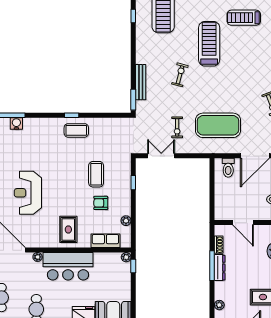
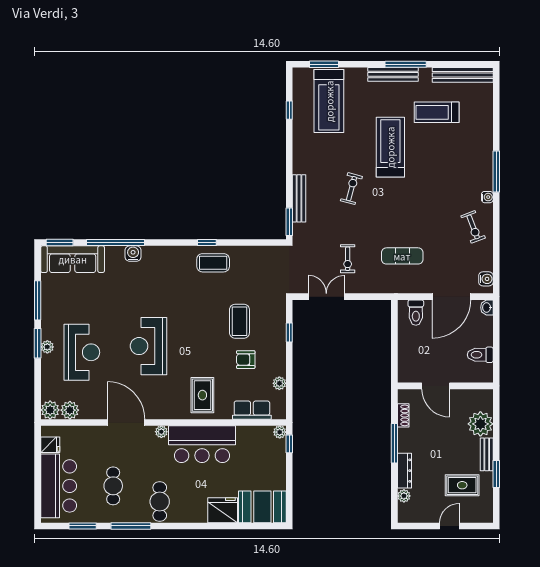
exercise mat: (218, 125) -> (402, 256), width x0.50, depth x0.69
dresser: (220, 268) -> (404, 471), moved

